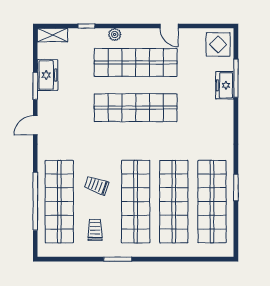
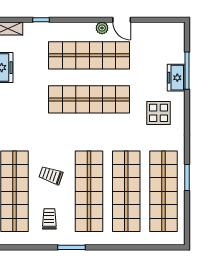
plant: (115, 34) -> (102, 28), moved
display table: (218, 44) -> (158, 113), moved

